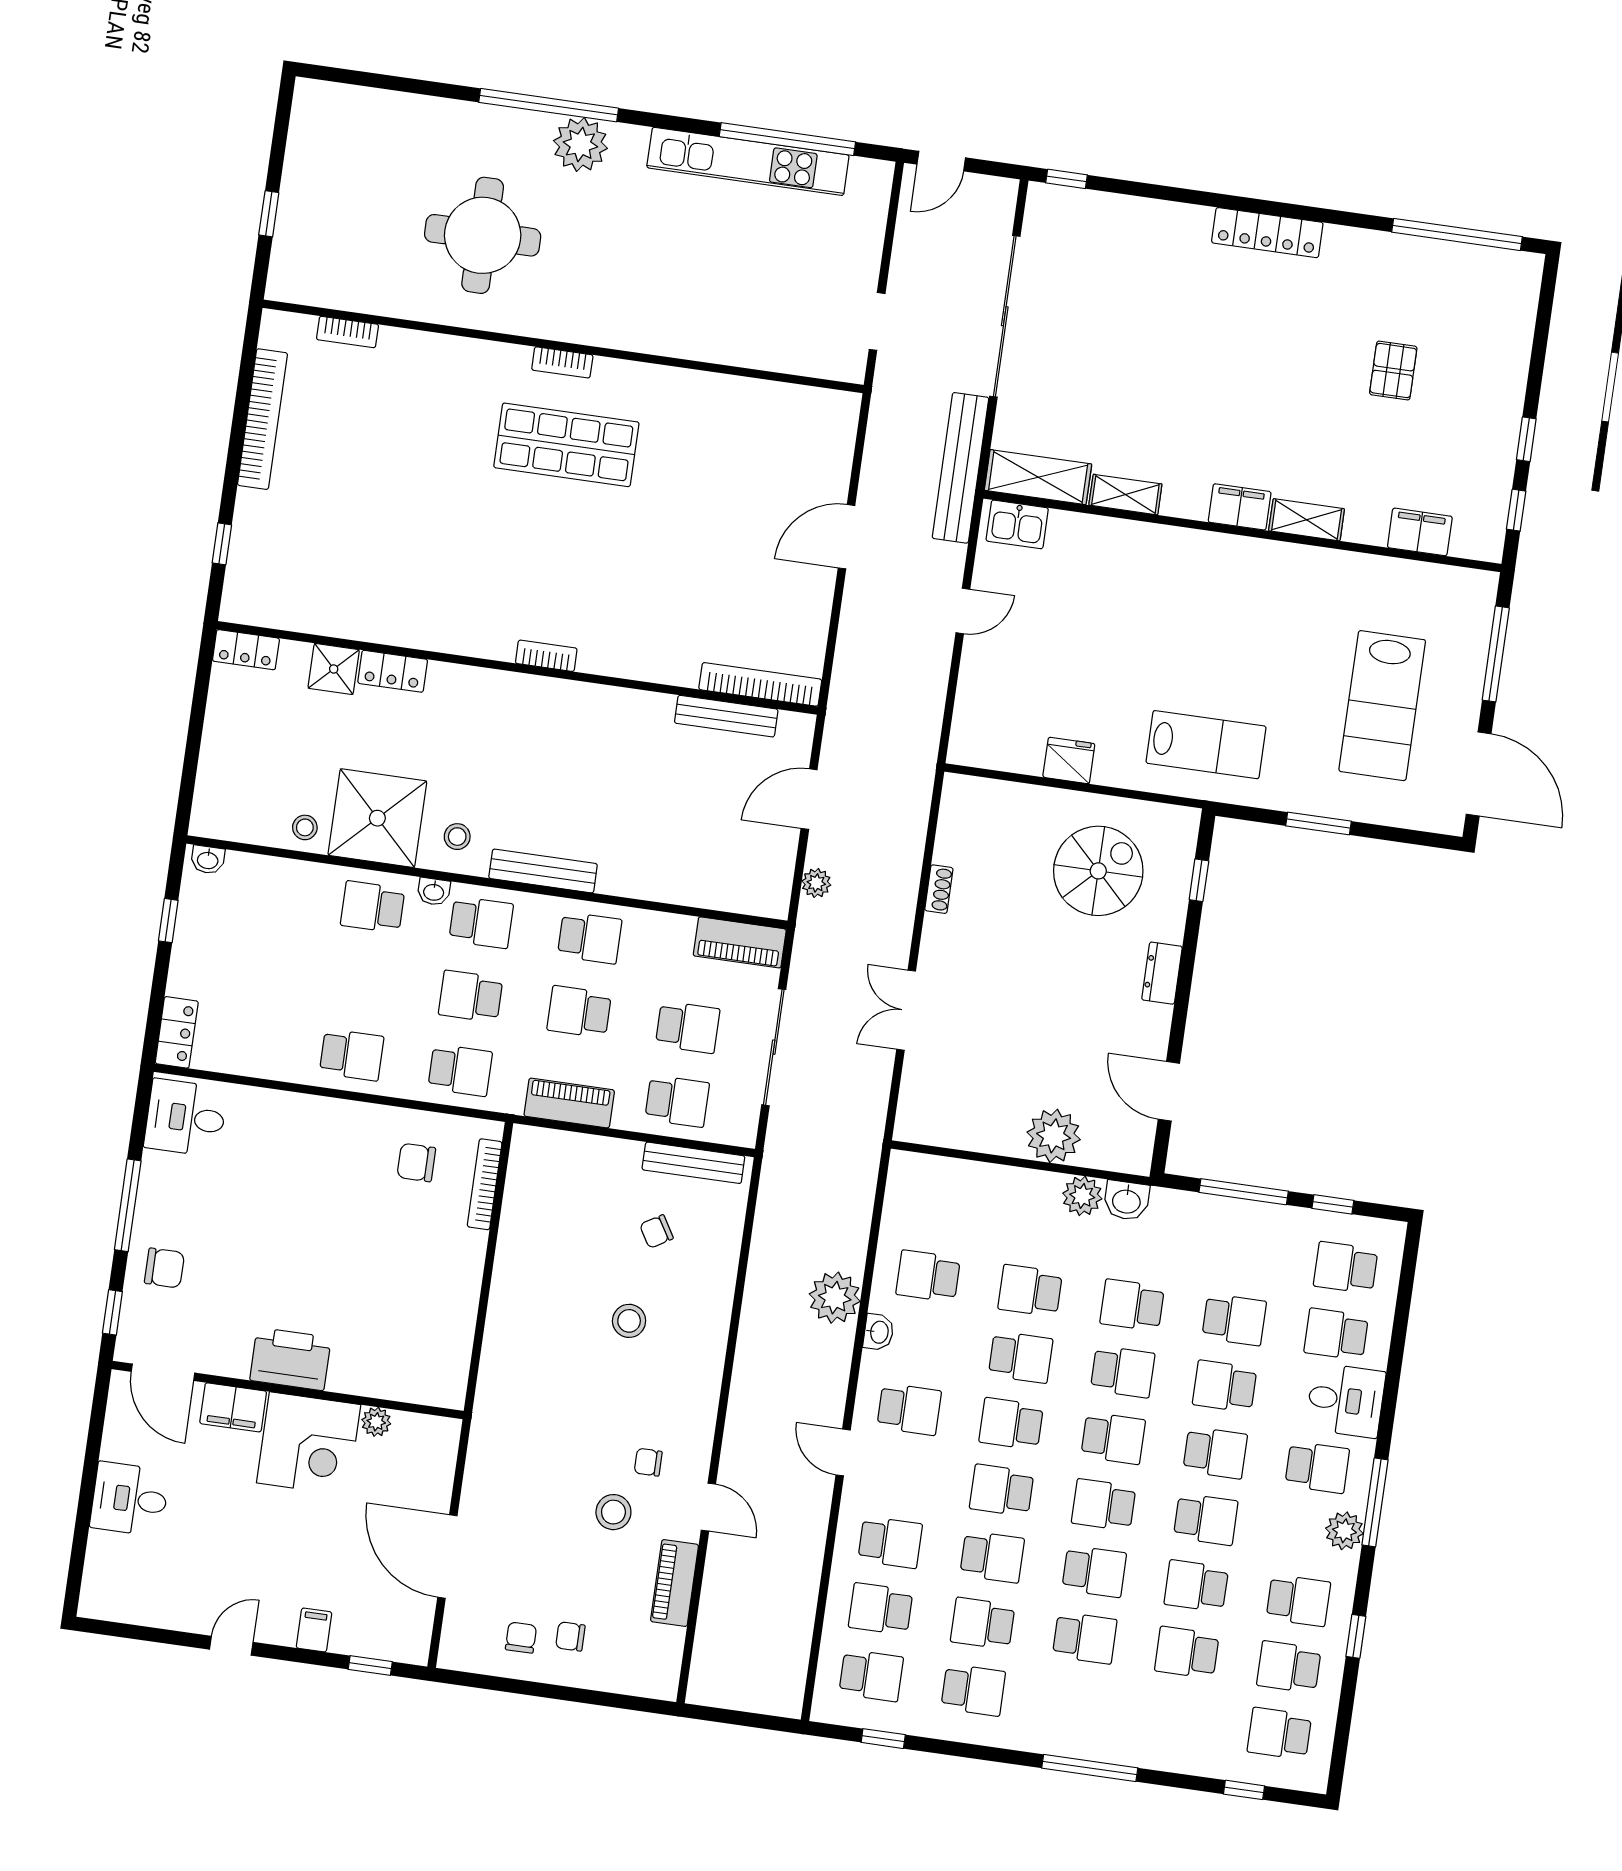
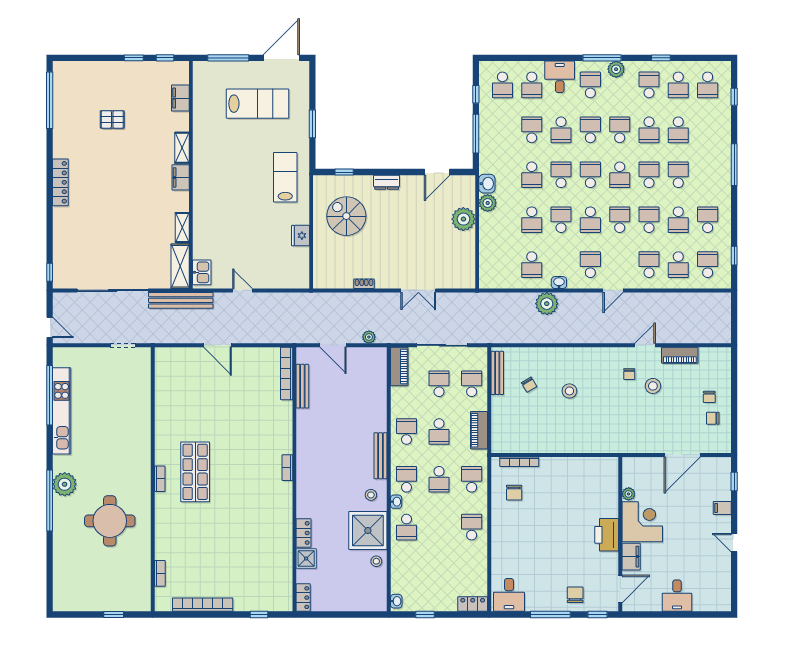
school desk: (1002, 1490) -> (620, 220), turned 180

